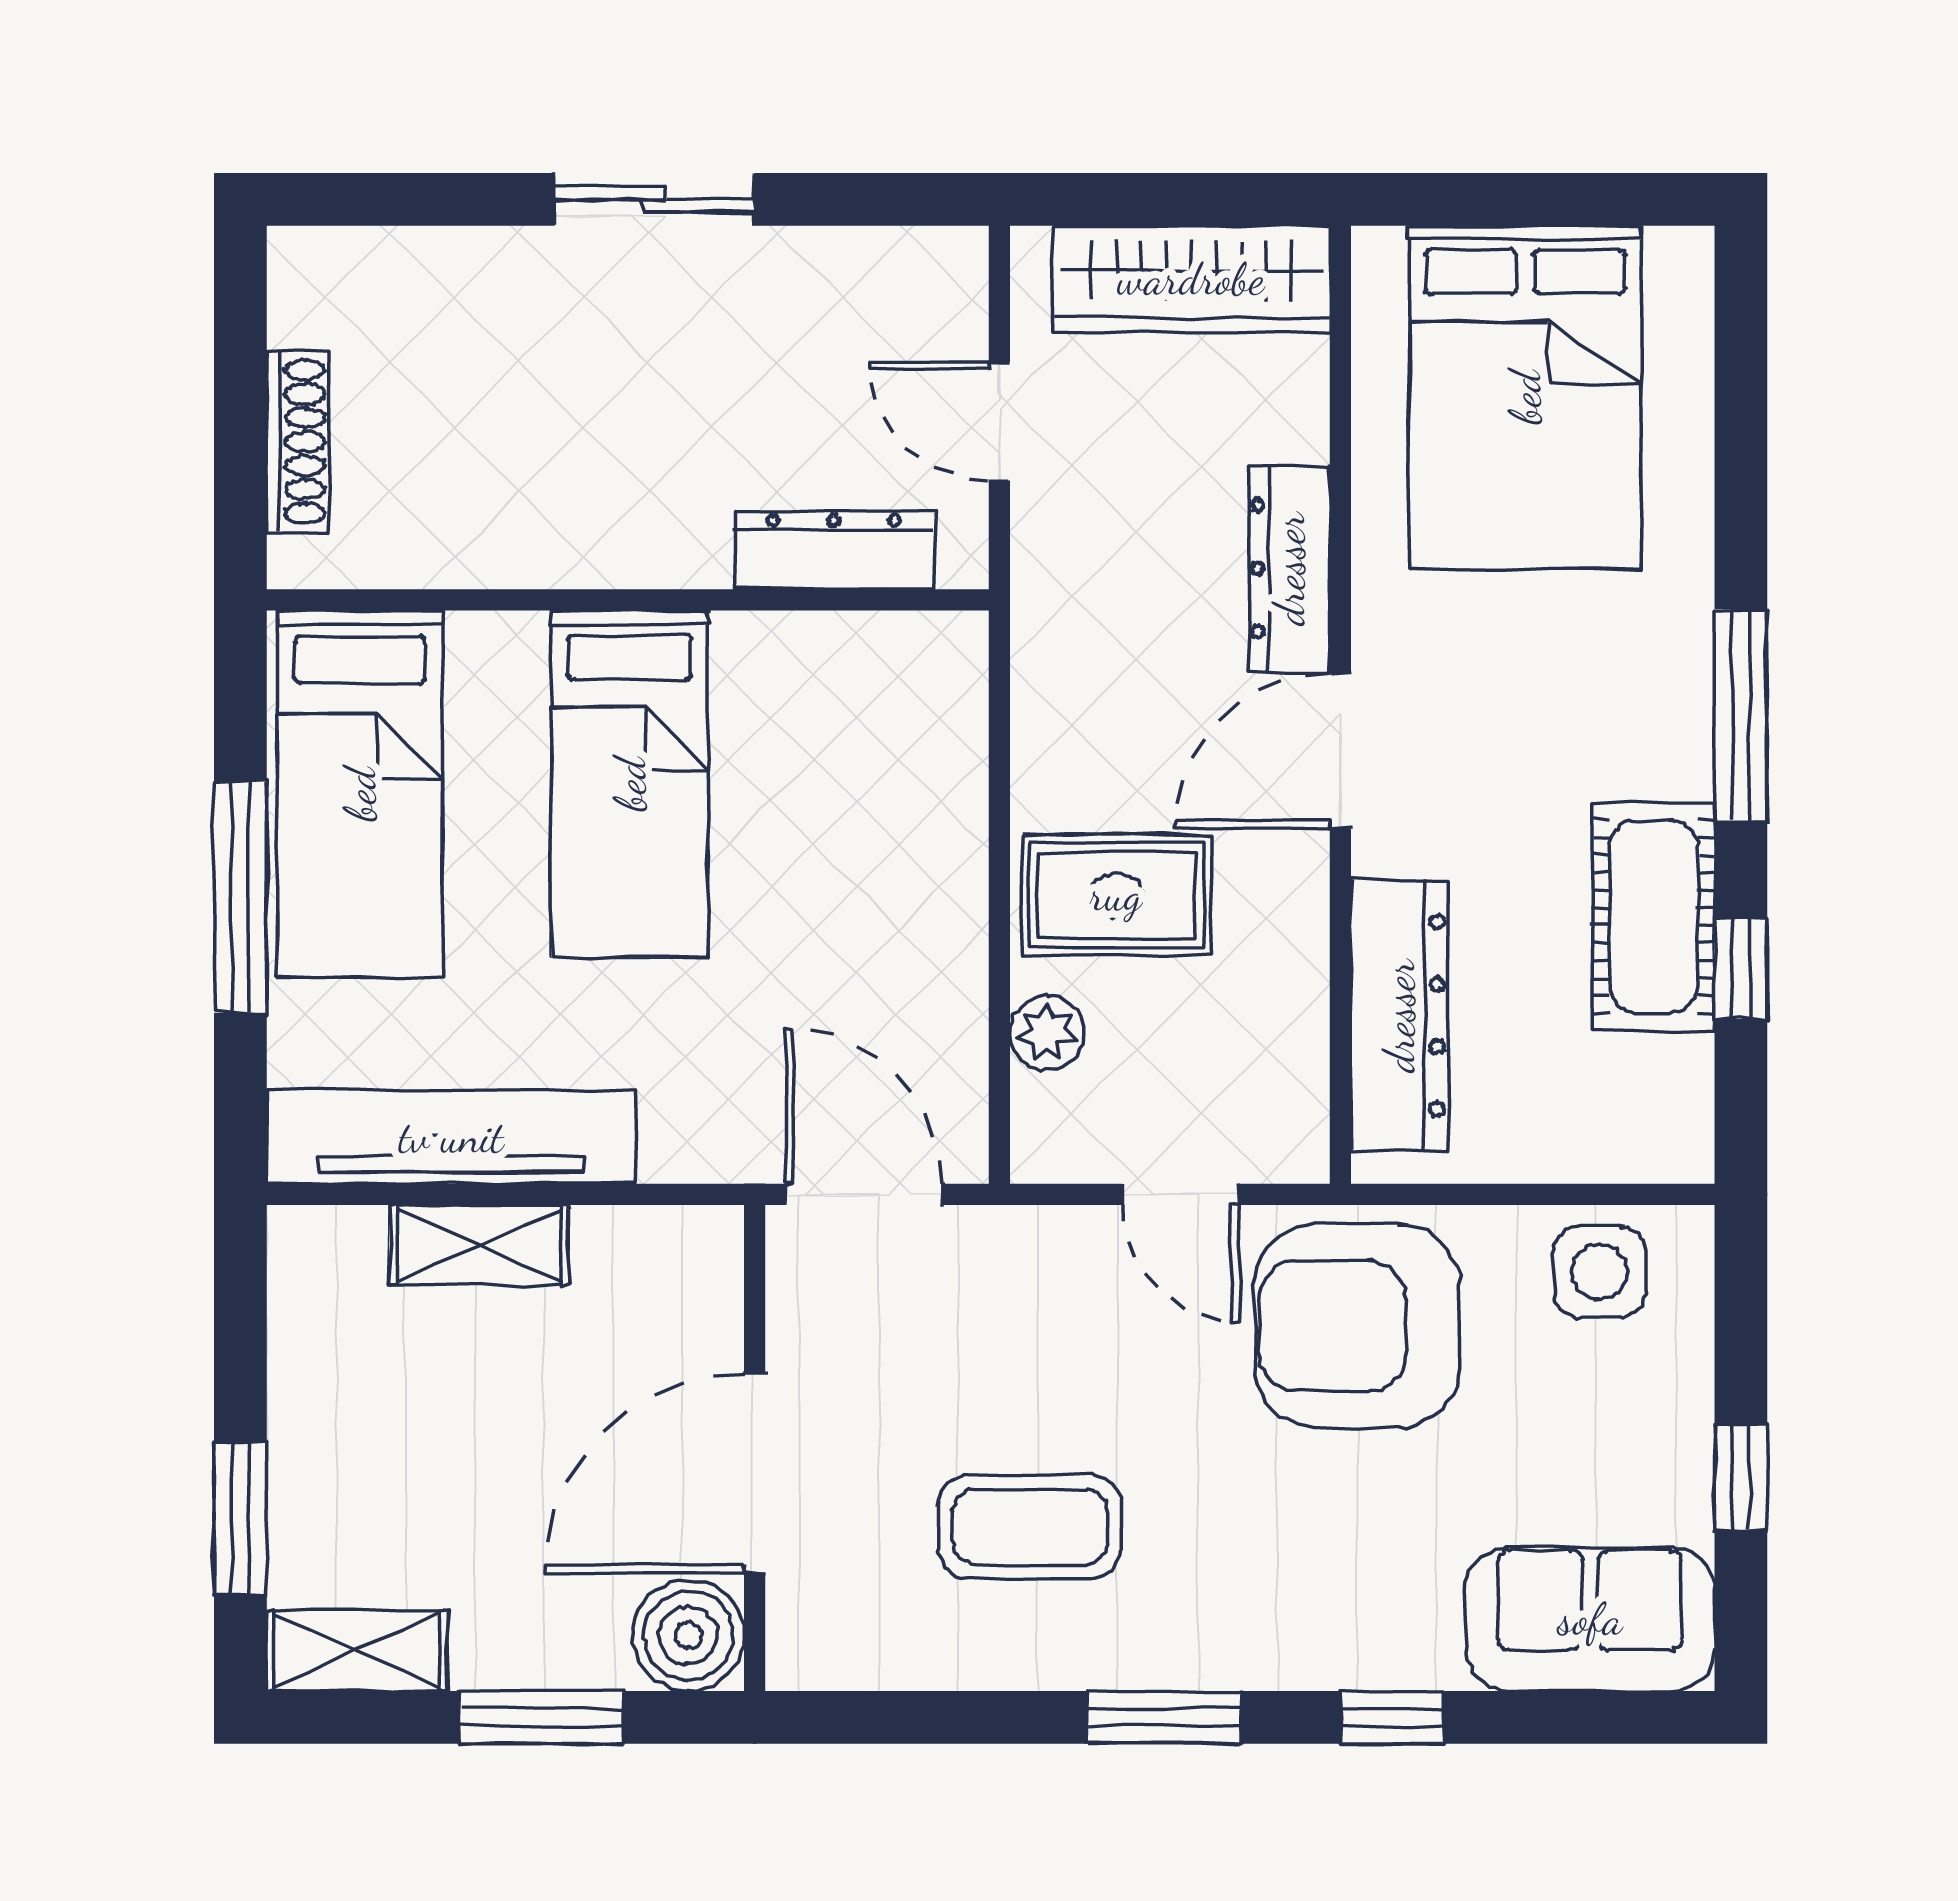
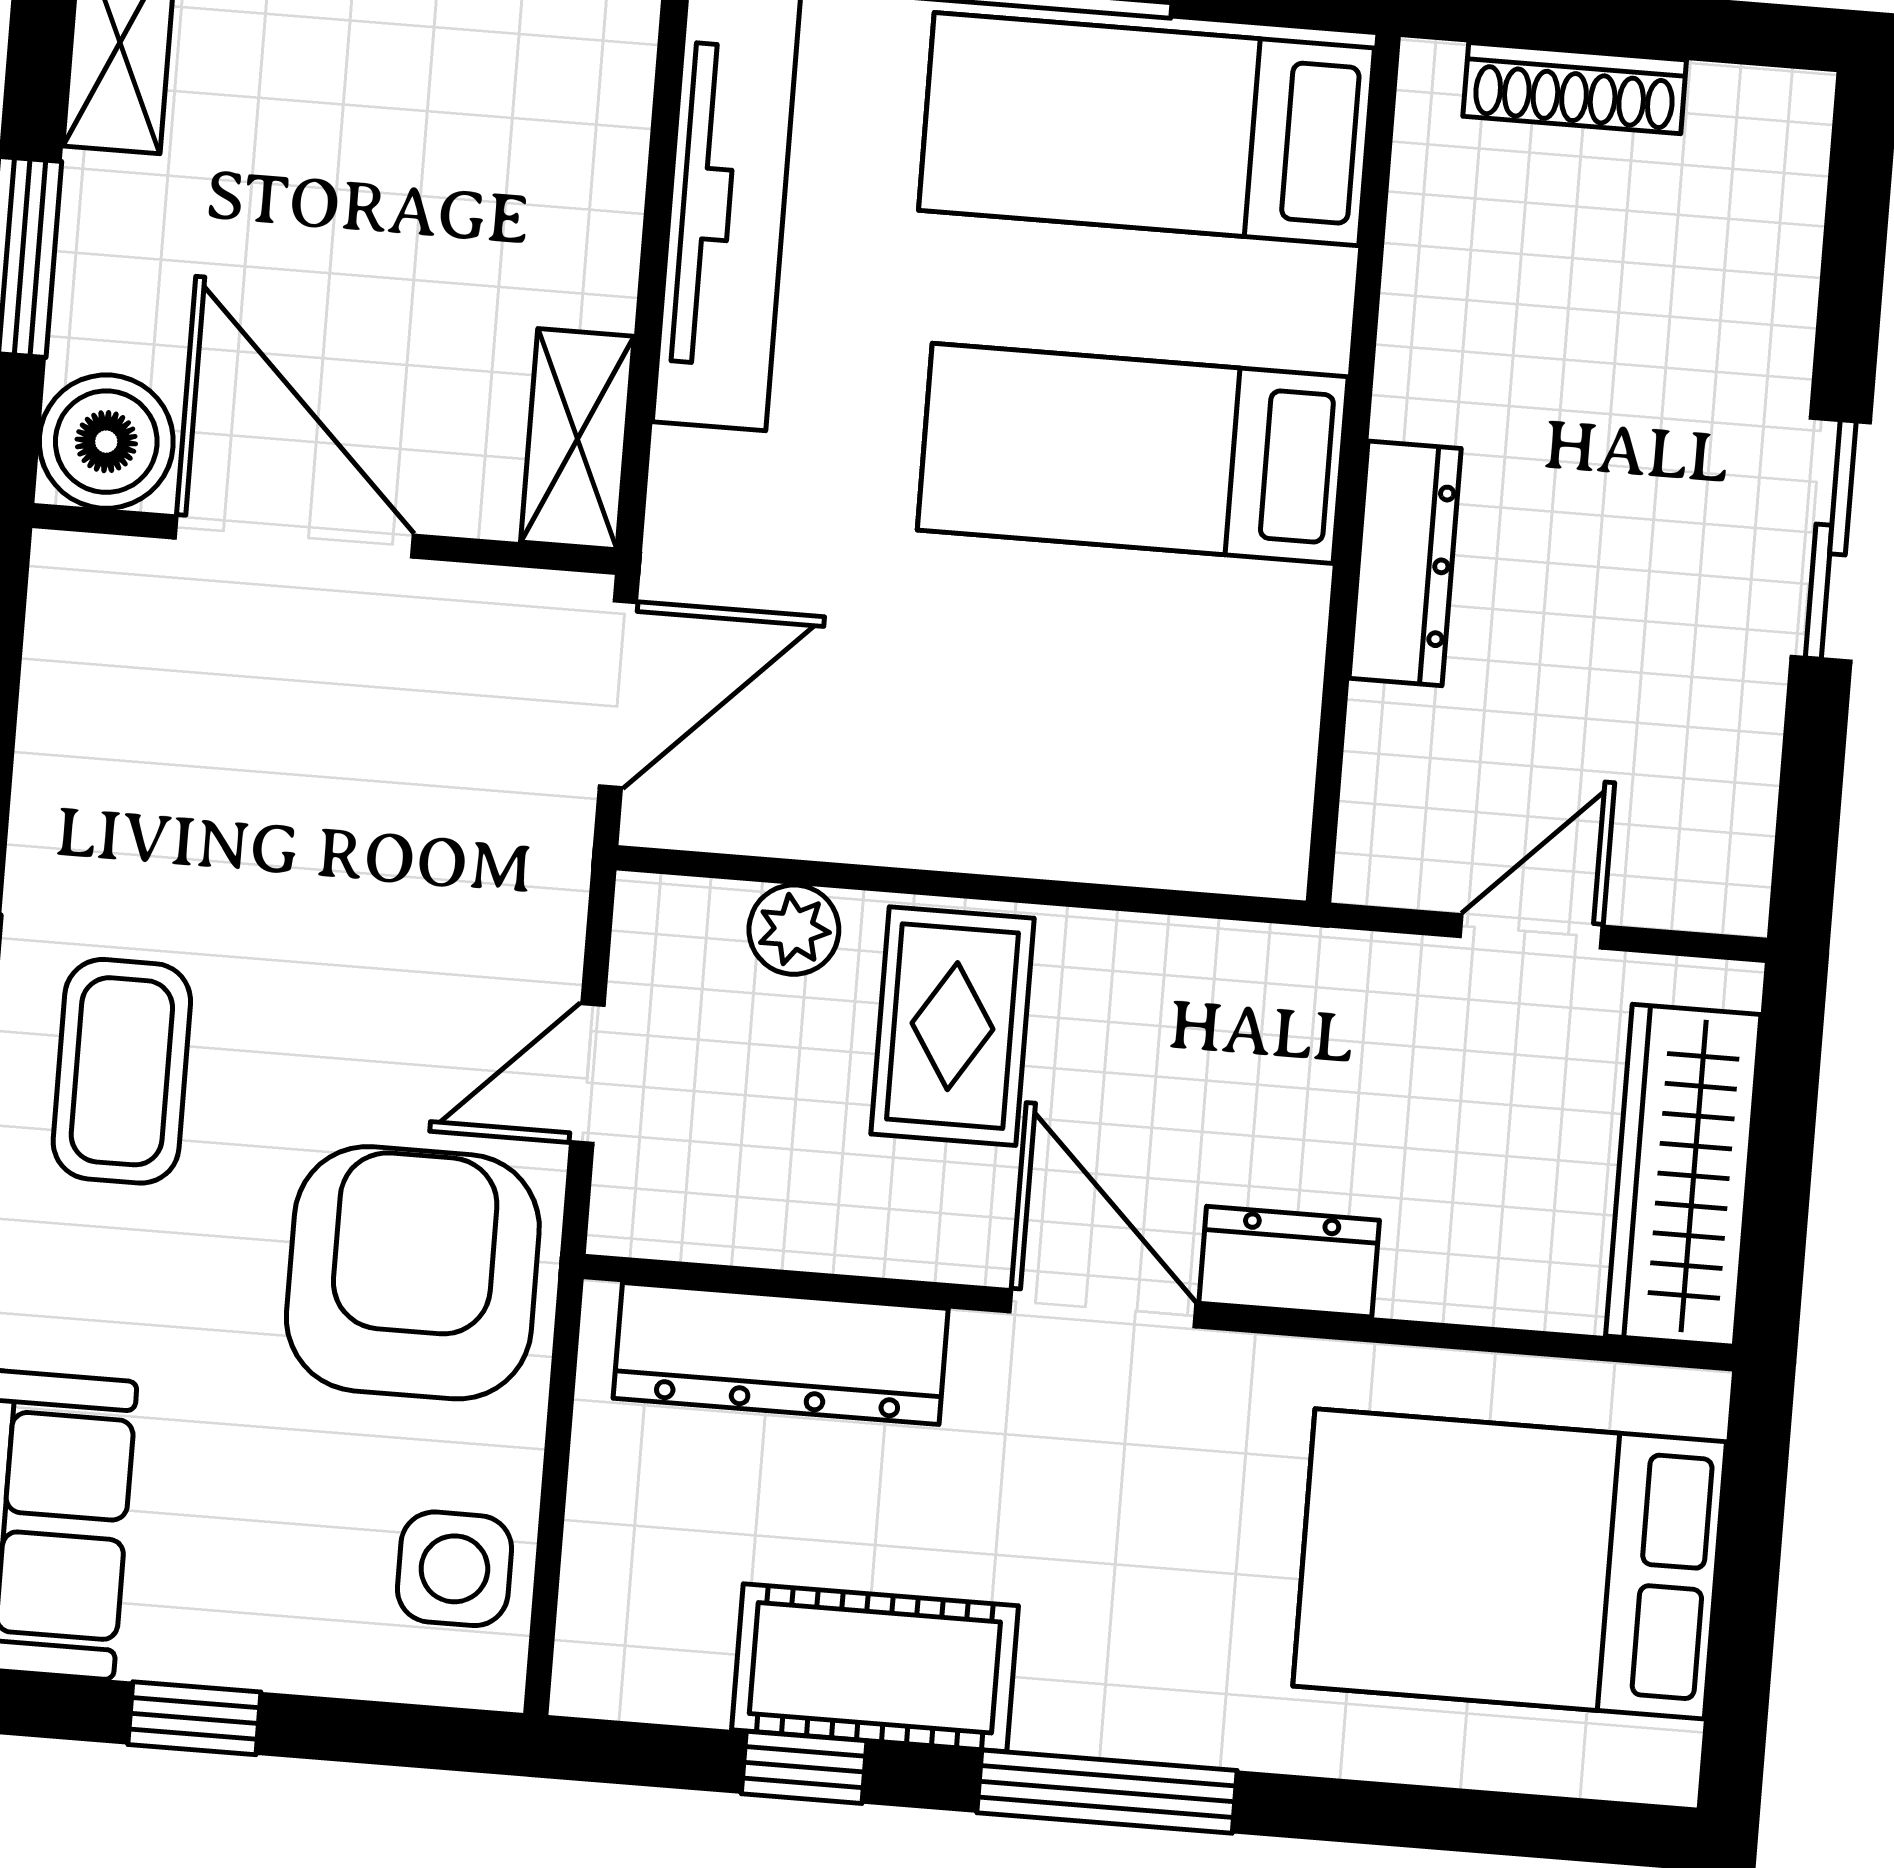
dresser: (834, 551) -> (1405, 563), moved
dresser: (1289, 569) -> (1289, 1262), width x0.70
shelving: (479, 1245) -> (577, 439), moved
coffee table: (1030, 1527) -> (122, 1071), moved

